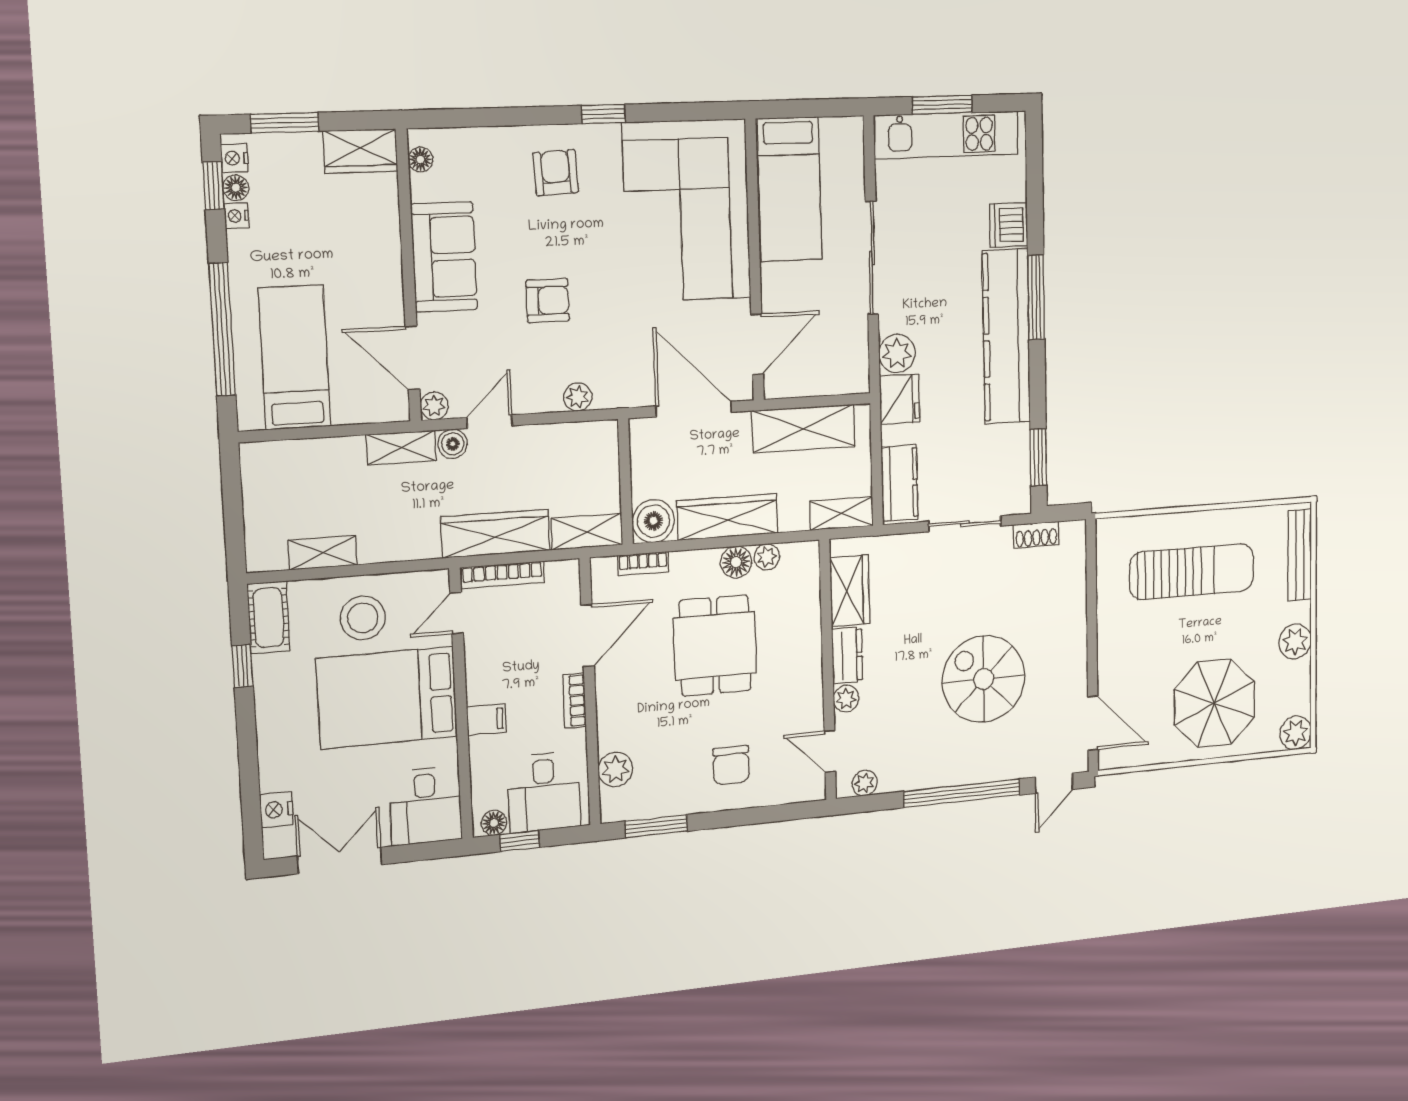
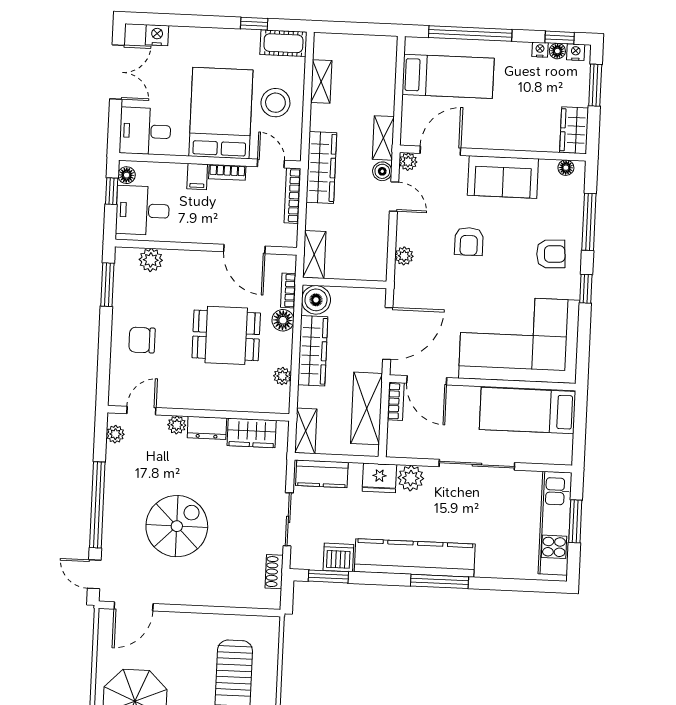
window: (501, 117) -> (589, 222), added
dishwasher: (1009, 225) -> (338, 557), moved
bookcase: (790, 387) -> (396, 401), added
wardrobe: (495, 534) -> (321, 167), moved
floor lamp: (736, 562) -> (283, 320), moved
bookcase: (574, 701) -> (227, 172), moved, turned 180

